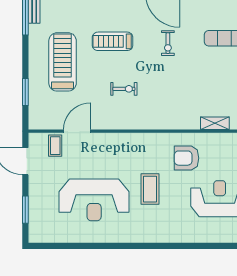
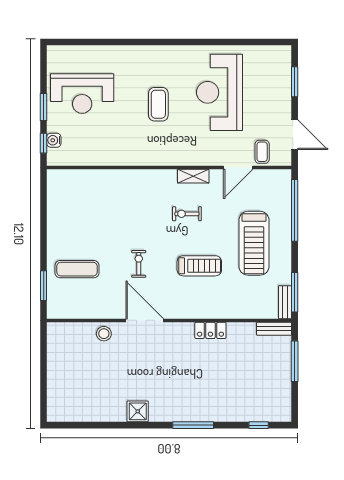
window: (25, 92) -> (295, 210), width x2.11
shelving: (215, 123) -> (193, 176), moved
armchair: (187, 158) -> (118, 138), removed
reception desk: (94, 200) -> (220, 92), turned -90

